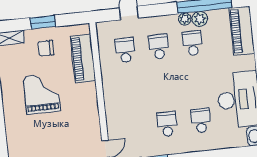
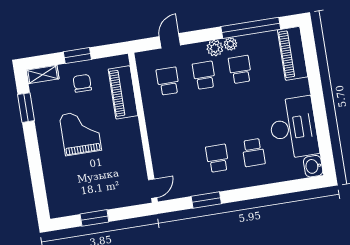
plant: (200, 19) -> (215, 48), moved
chair: (46, 48) -> (82, 83), turned 90
school desk: (201, 120) -> (253, 152), turned 180

